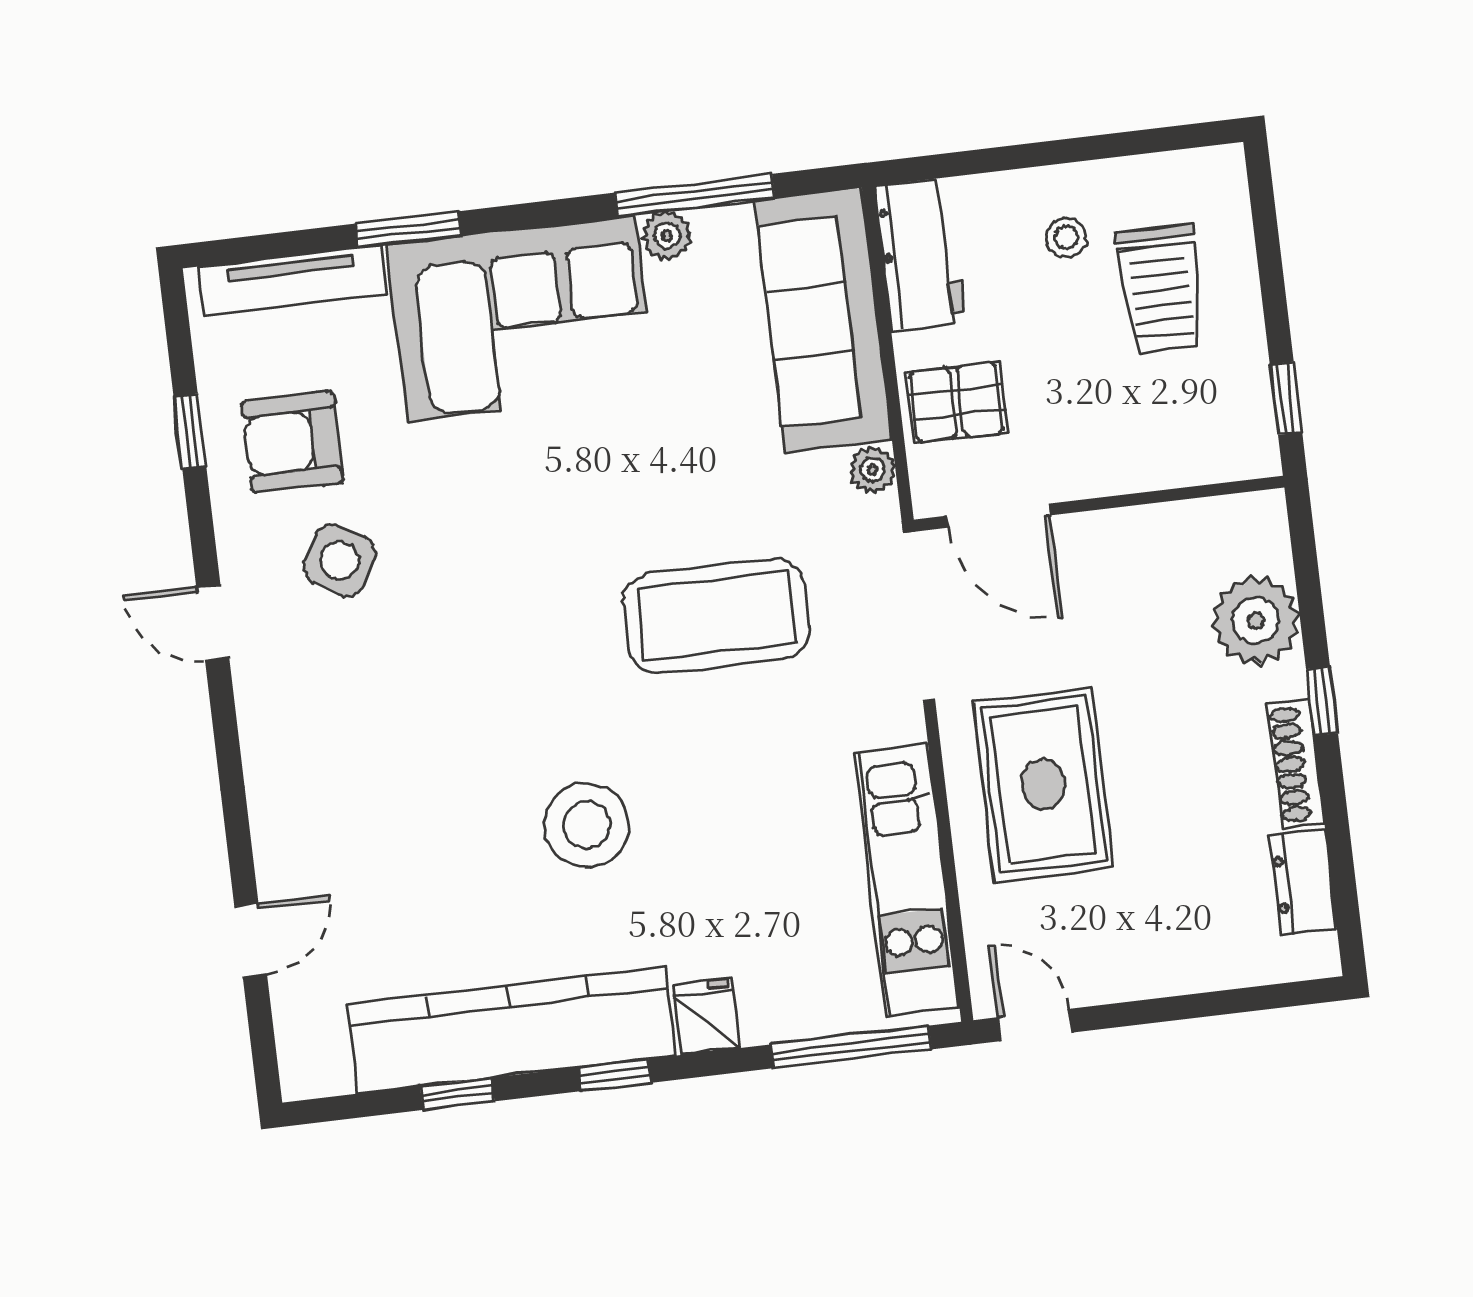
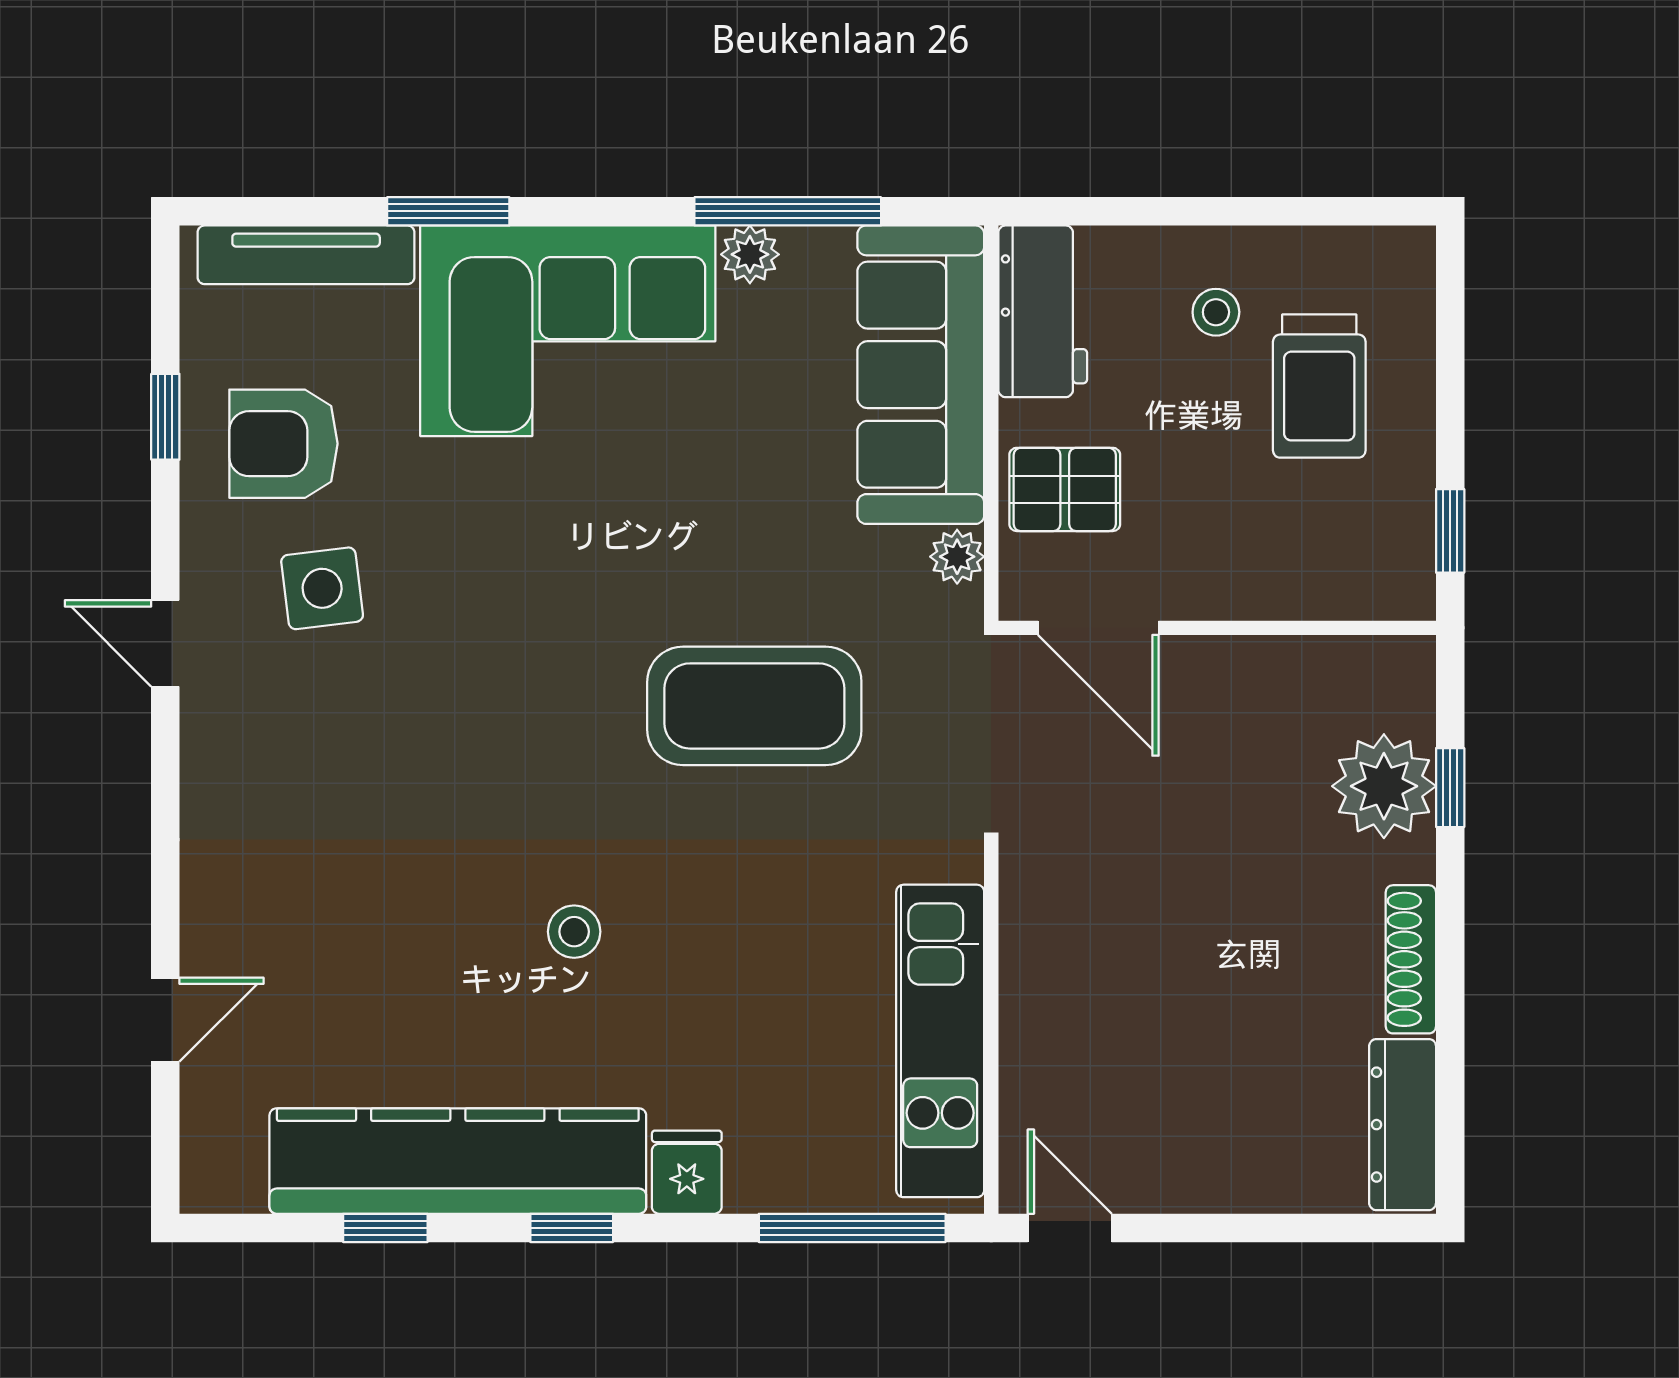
side table: (340, 560) -> (322, 588), turned -38
window: (1322, 701) -> (1450, 788), moved
rug: (1043, 785) -> (1113, 948), removed
stool: (587, 825) -> (574, 932), width x0.53, depth x0.53
dresser: (1303, 882) -> (1403, 1125), width x1.44

